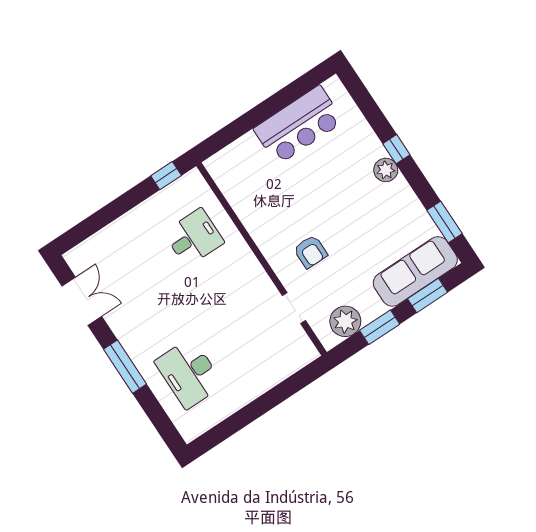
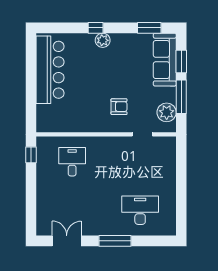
bar counter: (299, 125) -> (50, 70), width x1.36
window: (380, 327) -> (181, 97), width x1.44
desk: (189, 373) -> (140, 210), turned 180

